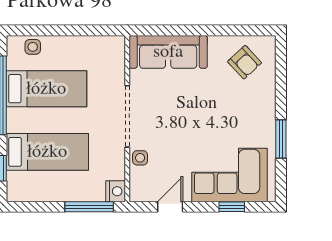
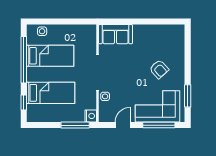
sofa: (168, 52) -> (116, 34), width x0.73
armchair: (245, 62) -> (159, 69), moved
window: (281, 139) -> (188, 96), moved
window: (232, 207) -> (159, 125), width x2.17

